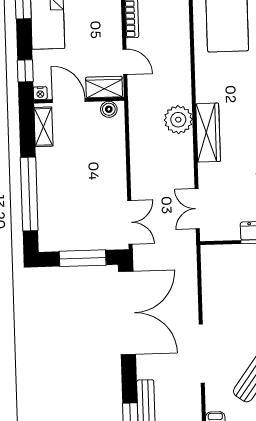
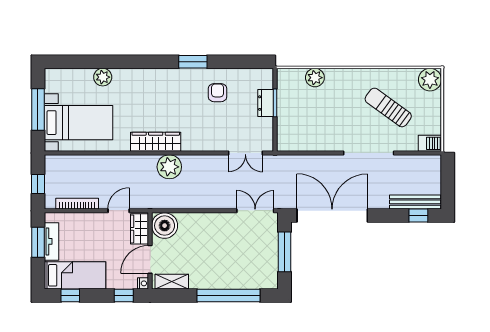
boiler: (109, 109) -> (165, 226), width x1.86, depth x1.86
wardrobe: (208, 133) -> (156, 142), moved

